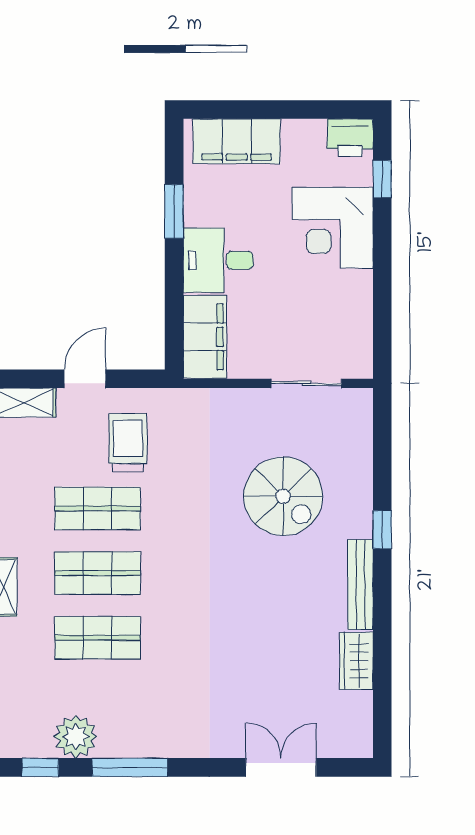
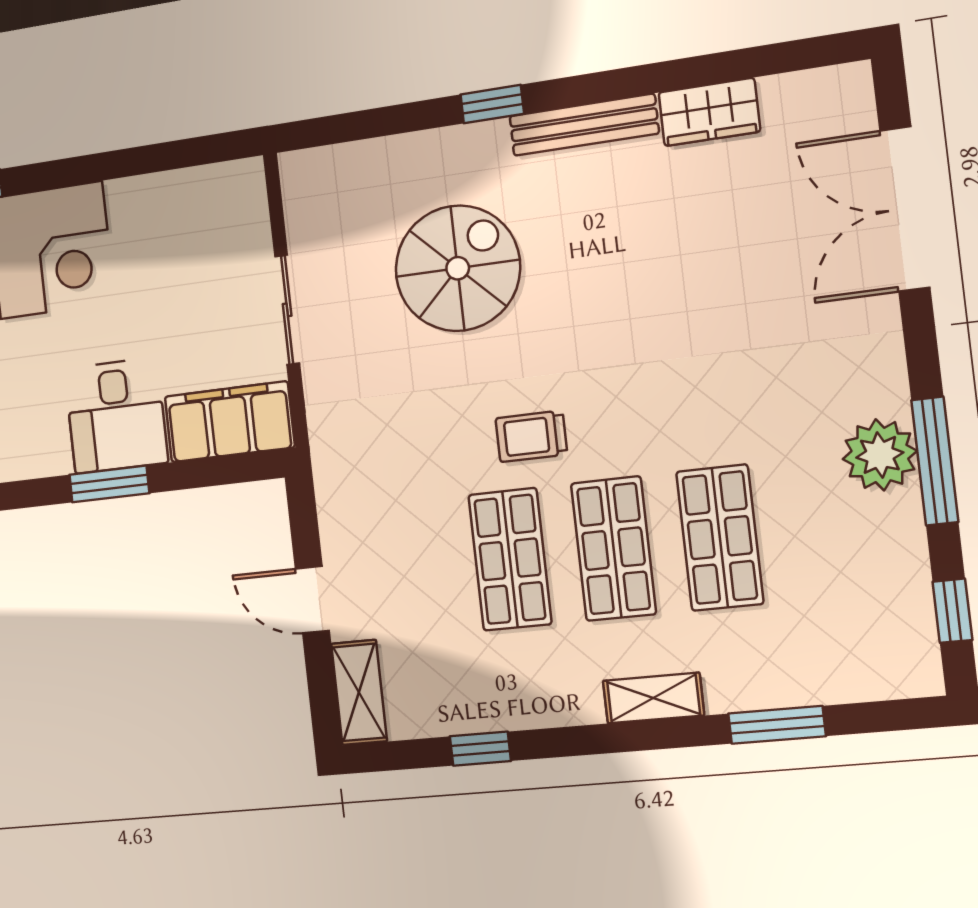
window: (174, 212) -> (109, 484), moved
sliding door: (306, 383) -> (287, 310), moved
trolley: (128, 443) -> (531, 436), moved, width x0.73, depth x0.72
plant: (76, 737) -> (880, 455), moved
double door: (281, 767) -> (905, 209), width x1.37

